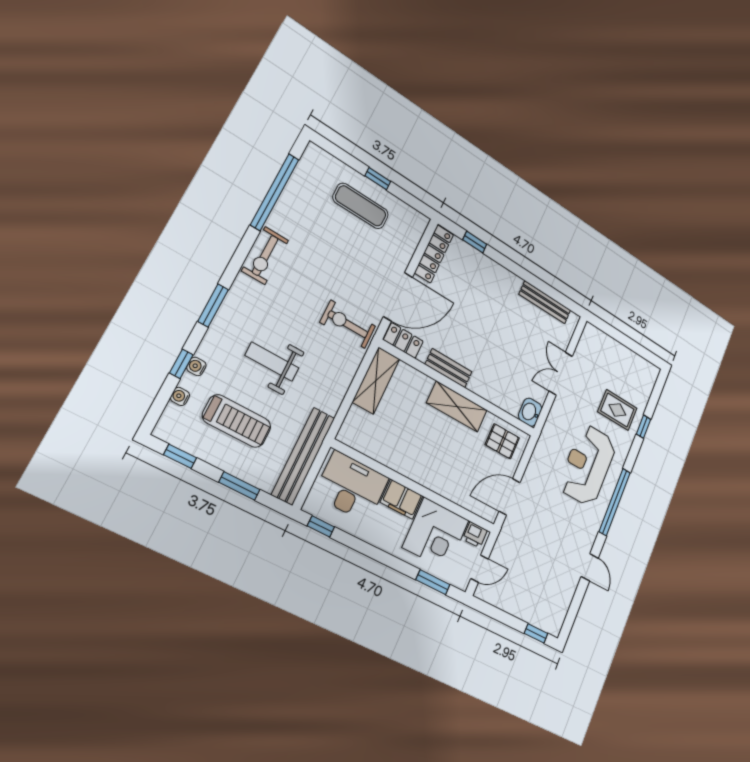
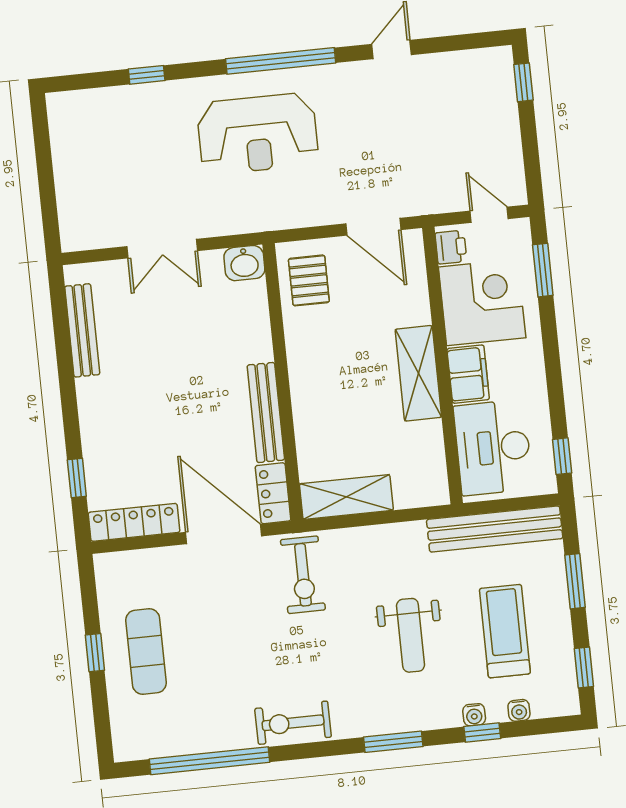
exercise bike: (265, 255) -> (293, 723), turned 180
bench: (449, 368) -> (266, 412), width x1.36
shelving: (457, 406) -> (418, 373), moved
rug: (617, 410) -> (152, 131), removed

